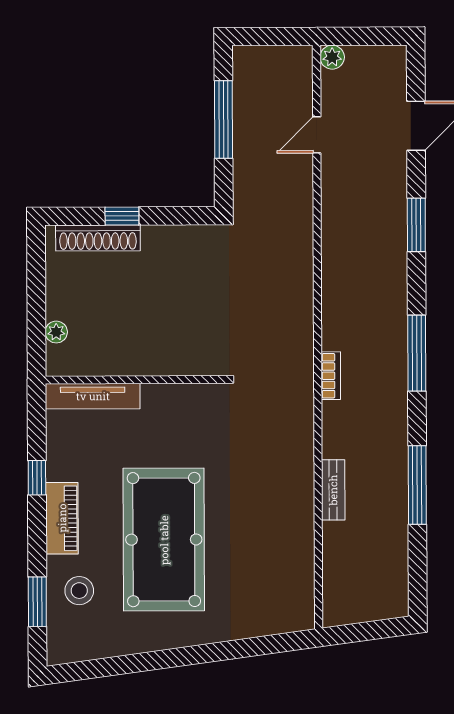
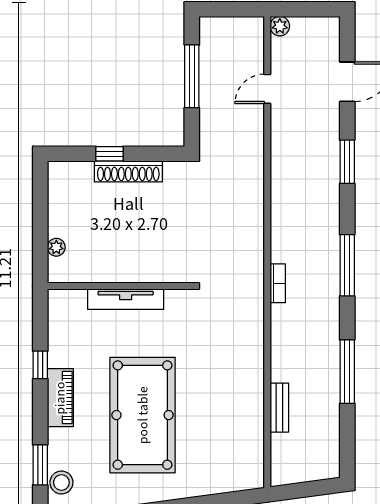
shoe rack: (98, 238) -> (128, 171), moved
tv unit: (93, 396) -> (126, 299), moved
bench: (333, 490) -> (279, 408), moved
stool: (79, 591) -> (61, 482), moved

